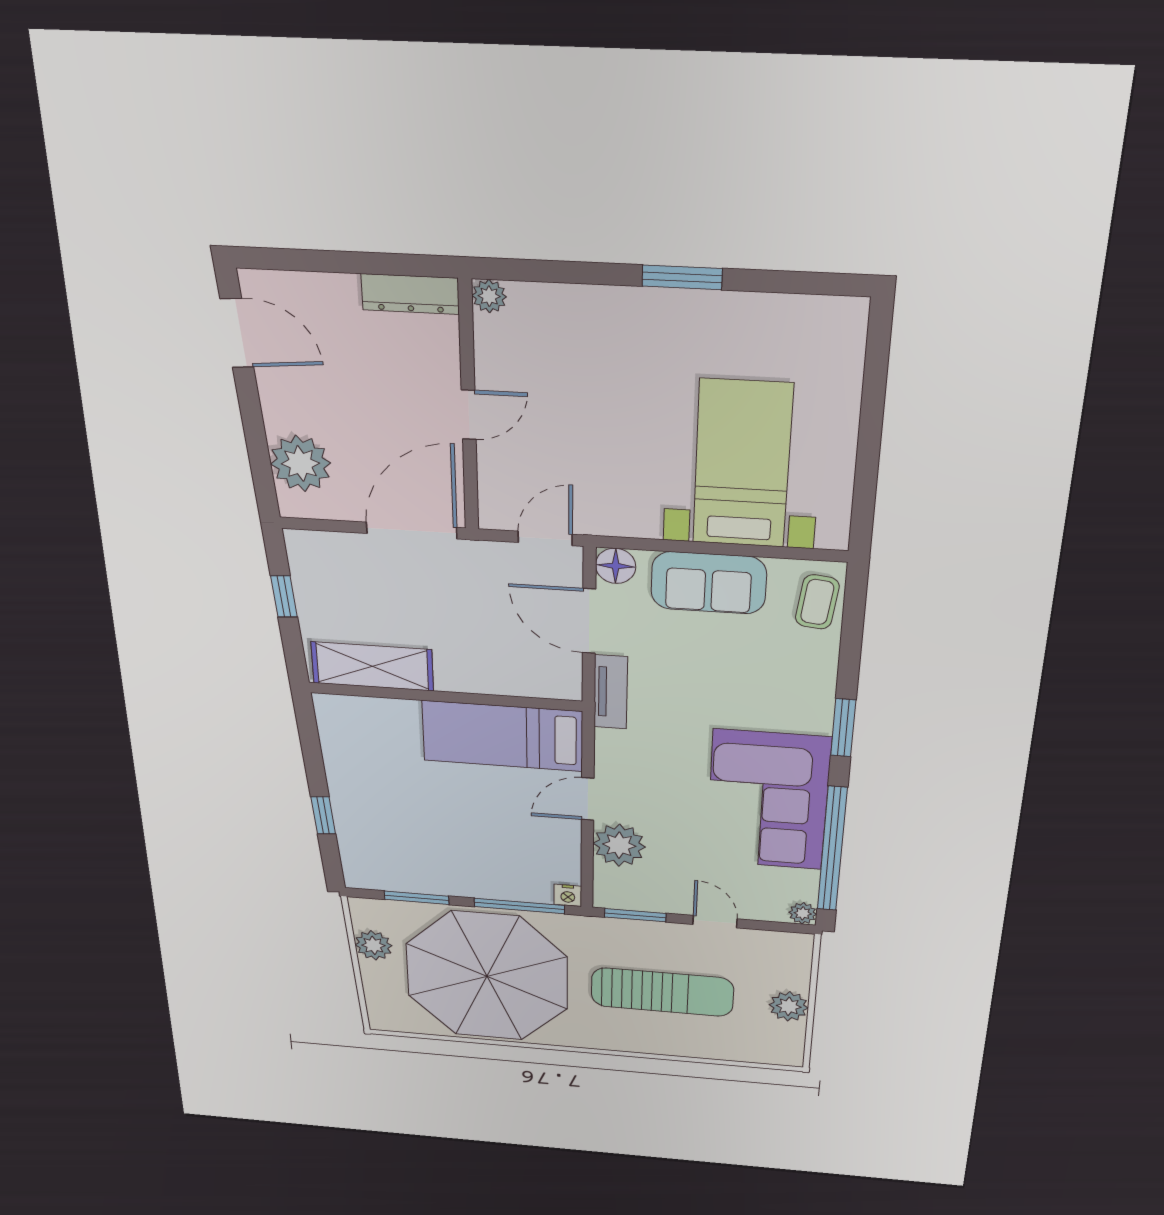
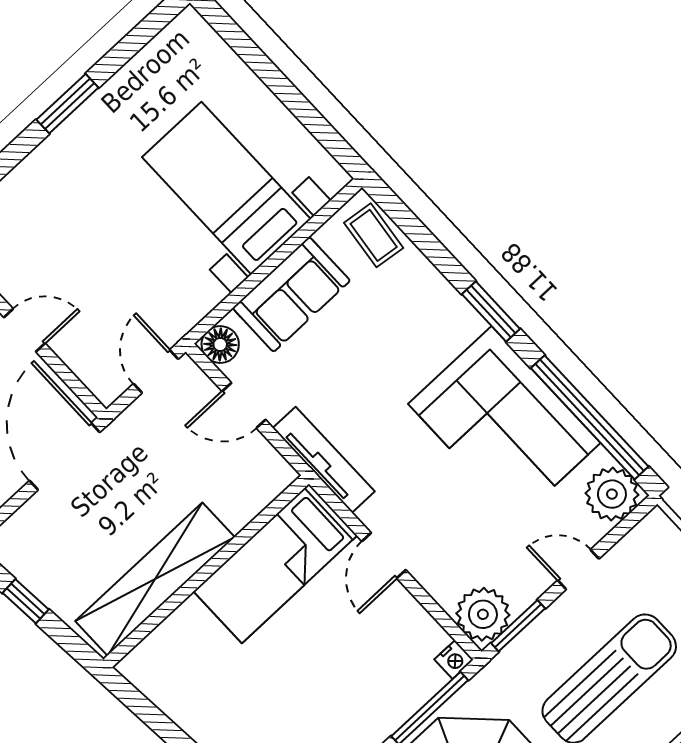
door: (469, 415) -> (24, 330), hinge flipped
door: (589, 621) -> (244, 405), width x0.73
shelving: (372, 666) -> (155, 579), width x1.47
tv unit: (611, 692) -> (324, 460), width x1.41
plant: (619, 845) -> (483, 614), moved
plant: (803, 913) -> (612, 494), width x1.88, depth x1.88

